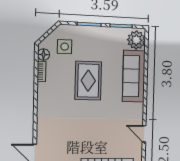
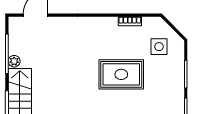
floor lamp: (44, 55) -> (149, 23), removed

